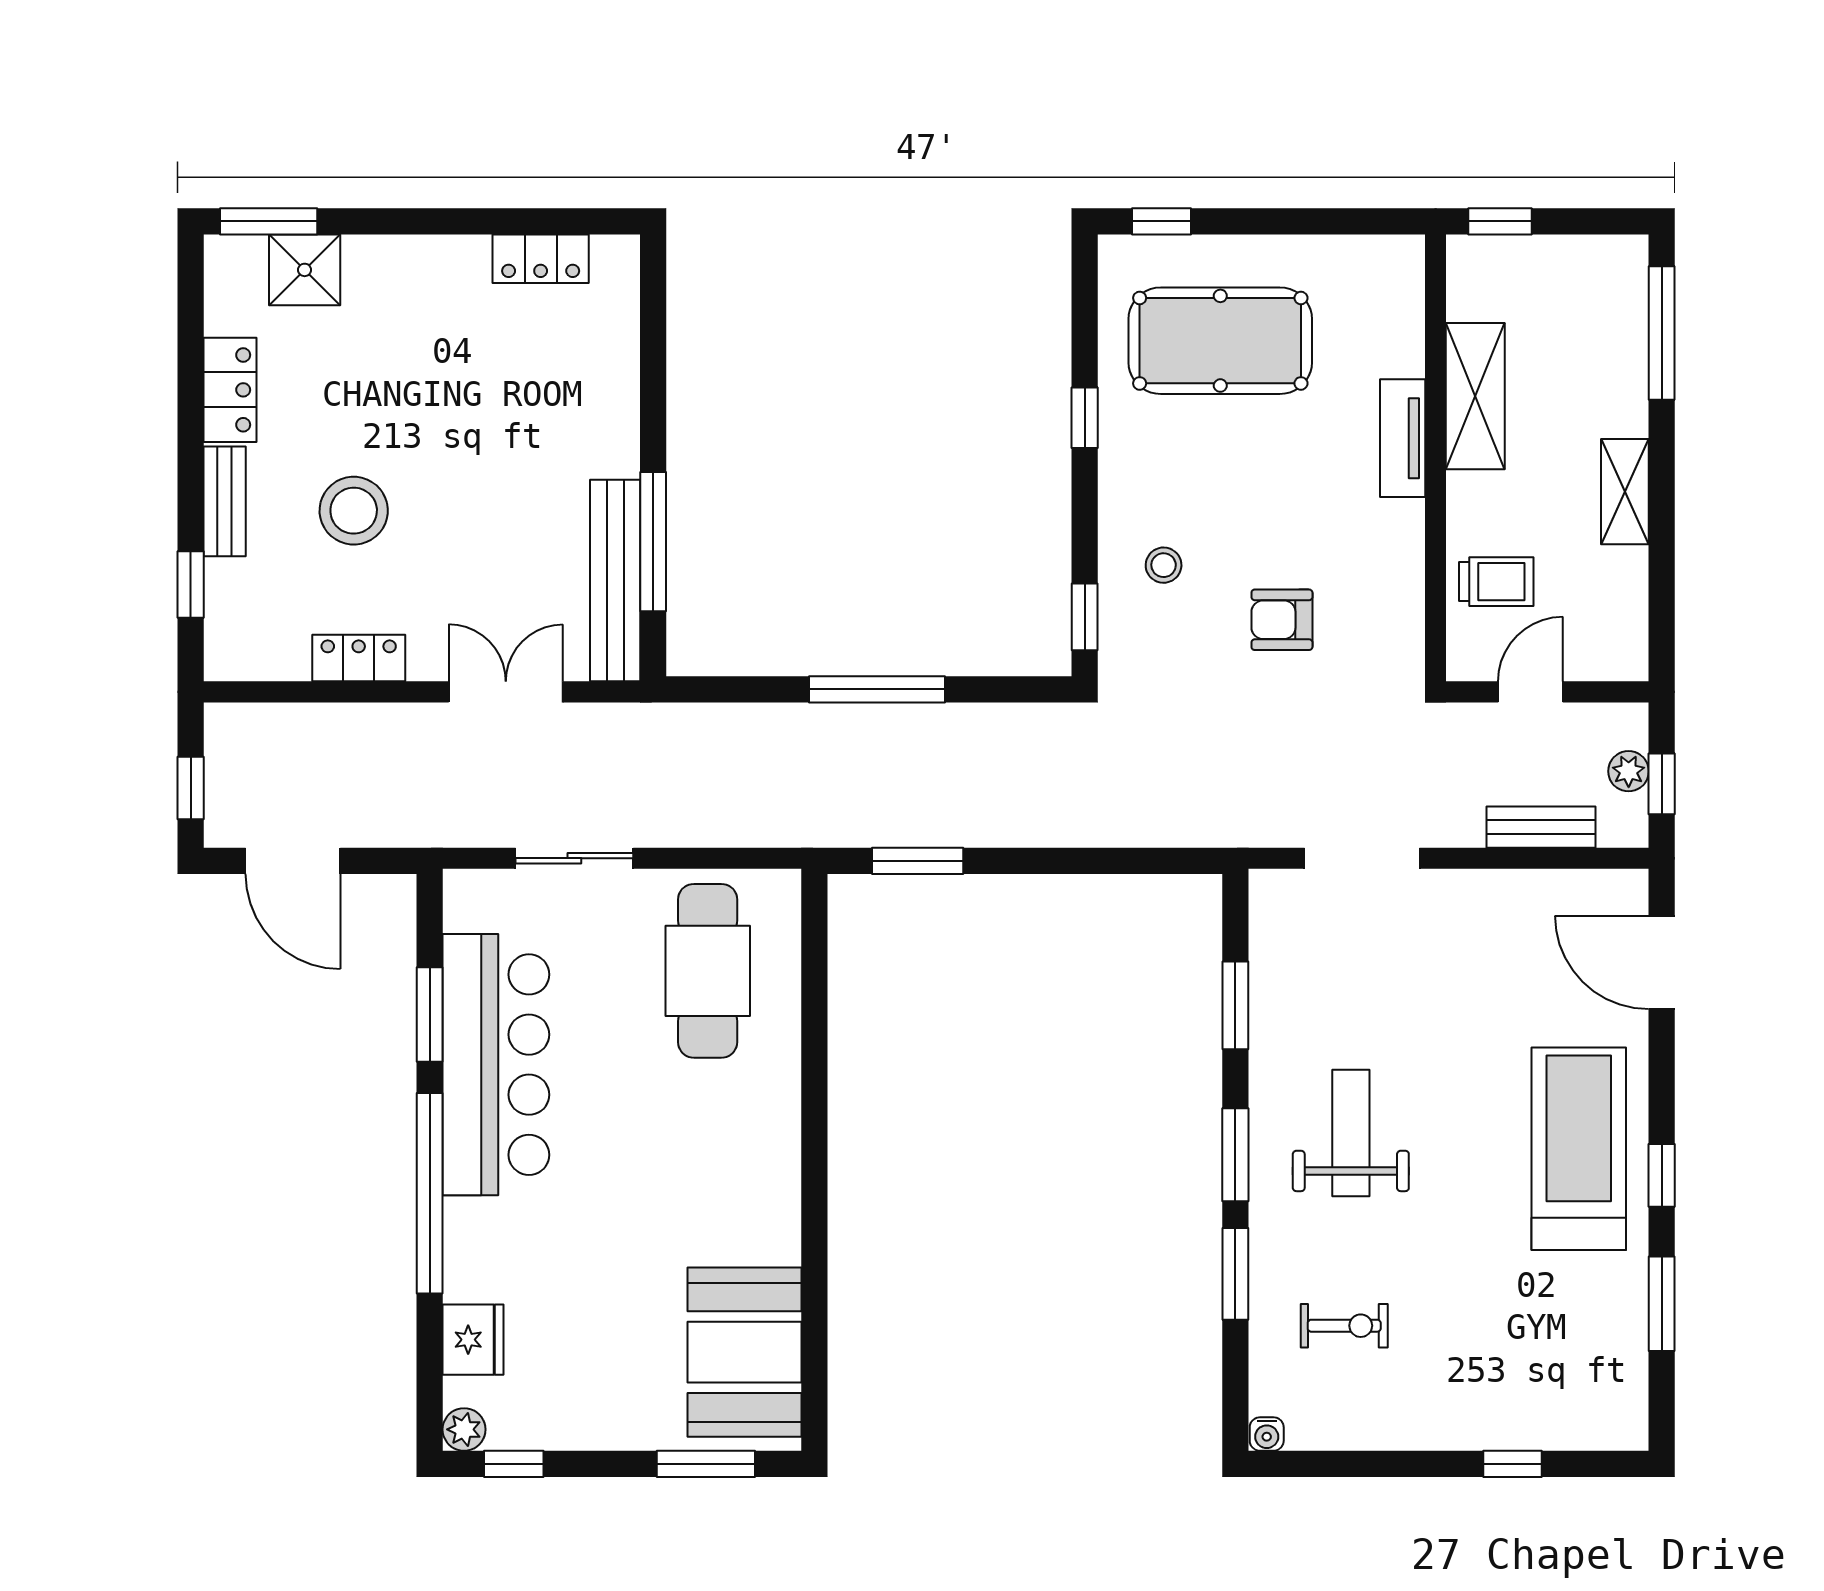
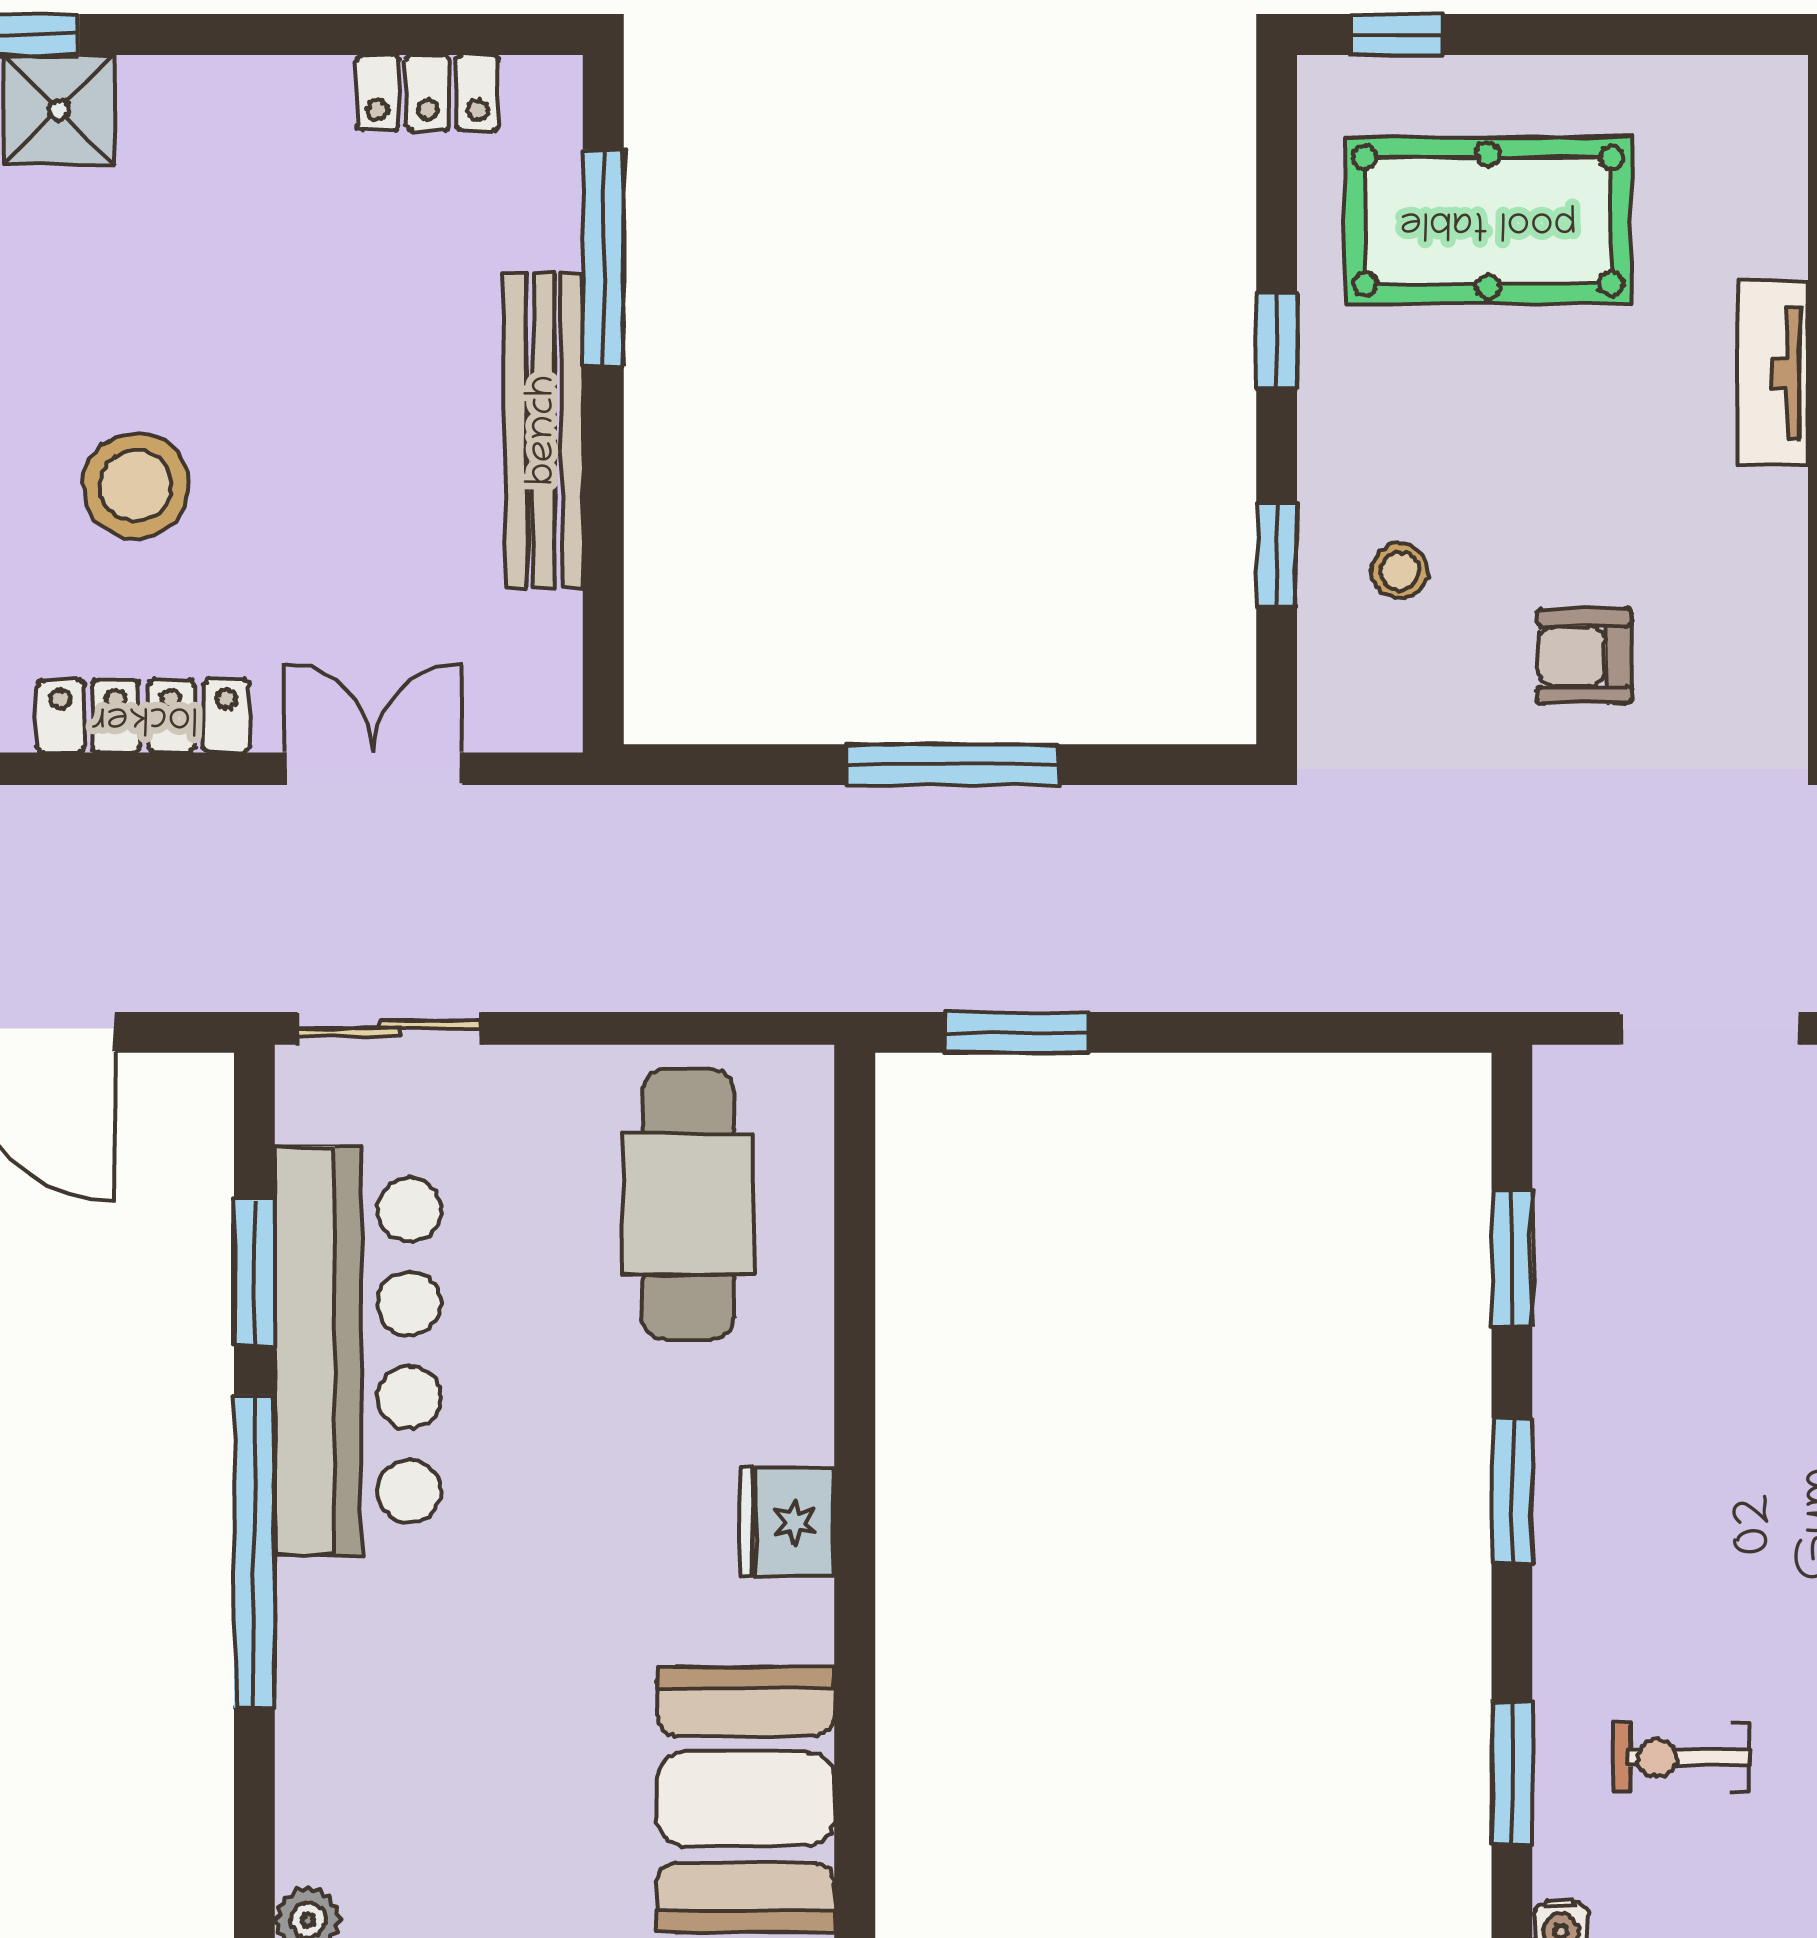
window: (653, 542) -> (603, 258), moved
bench: (615, 581) -> (544, 430), moved
window: (1085, 617) -> (1277, 555), moved
locker: (359, 658) -> (144, 716), width x1.53
sliding door: (574, 858) -> (389, 1028), moved
weight bench: (1351, 1133) -> (1692, 1457), removed
window: (1235, 1274) -> (1512, 1773), moved
exercise bike: (1344, 1326) -> (1682, 1758), turned 180
fridge: (473, 1340) -> (787, 1522), moved, turned 180

